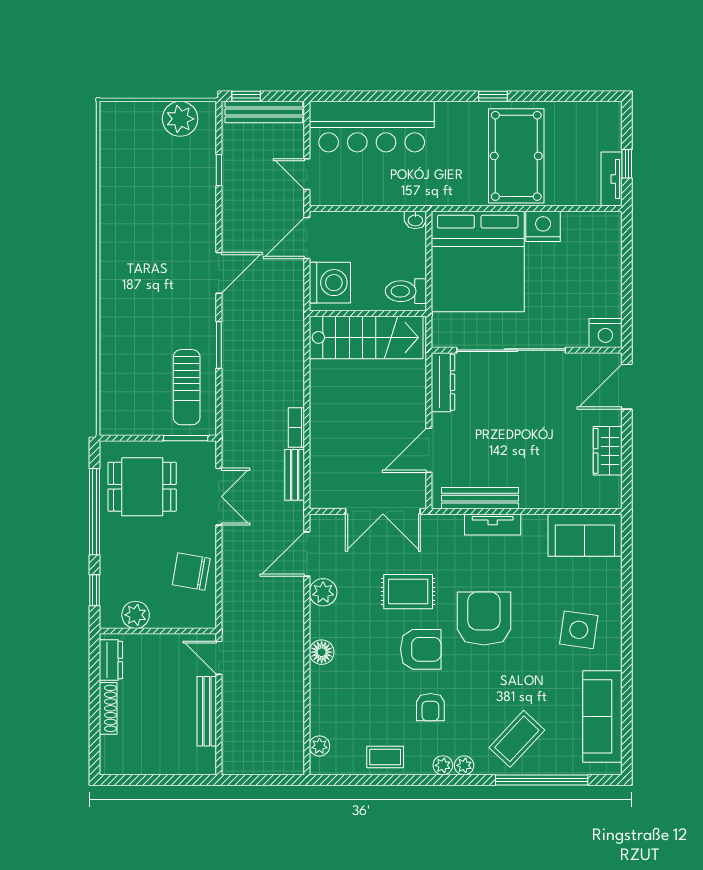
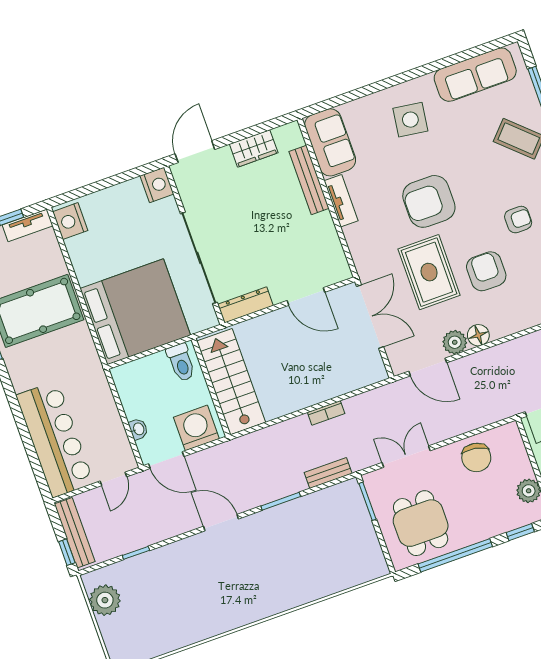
washbasin: (415, 220) -> (138, 429), moved
nightstand: (543, 226) -> (70, 221), moved
sun lounger: (187, 387) -> (325, 516), removed
door: (627, 387) -> (195, 152), swing flipped
bench: (295, 475) -> (328, 473), moved
bench: (480, 498) -> (309, 180), moved
tv unit: (493, 524) -> (341, 201), moved
rug: (408, 592) -> (429, 272), width x1.36, depth x1.43
armchair: (421, 649) -> (486, 271), moved
floor lamp: (322, 652) -> (478, 335), moved

